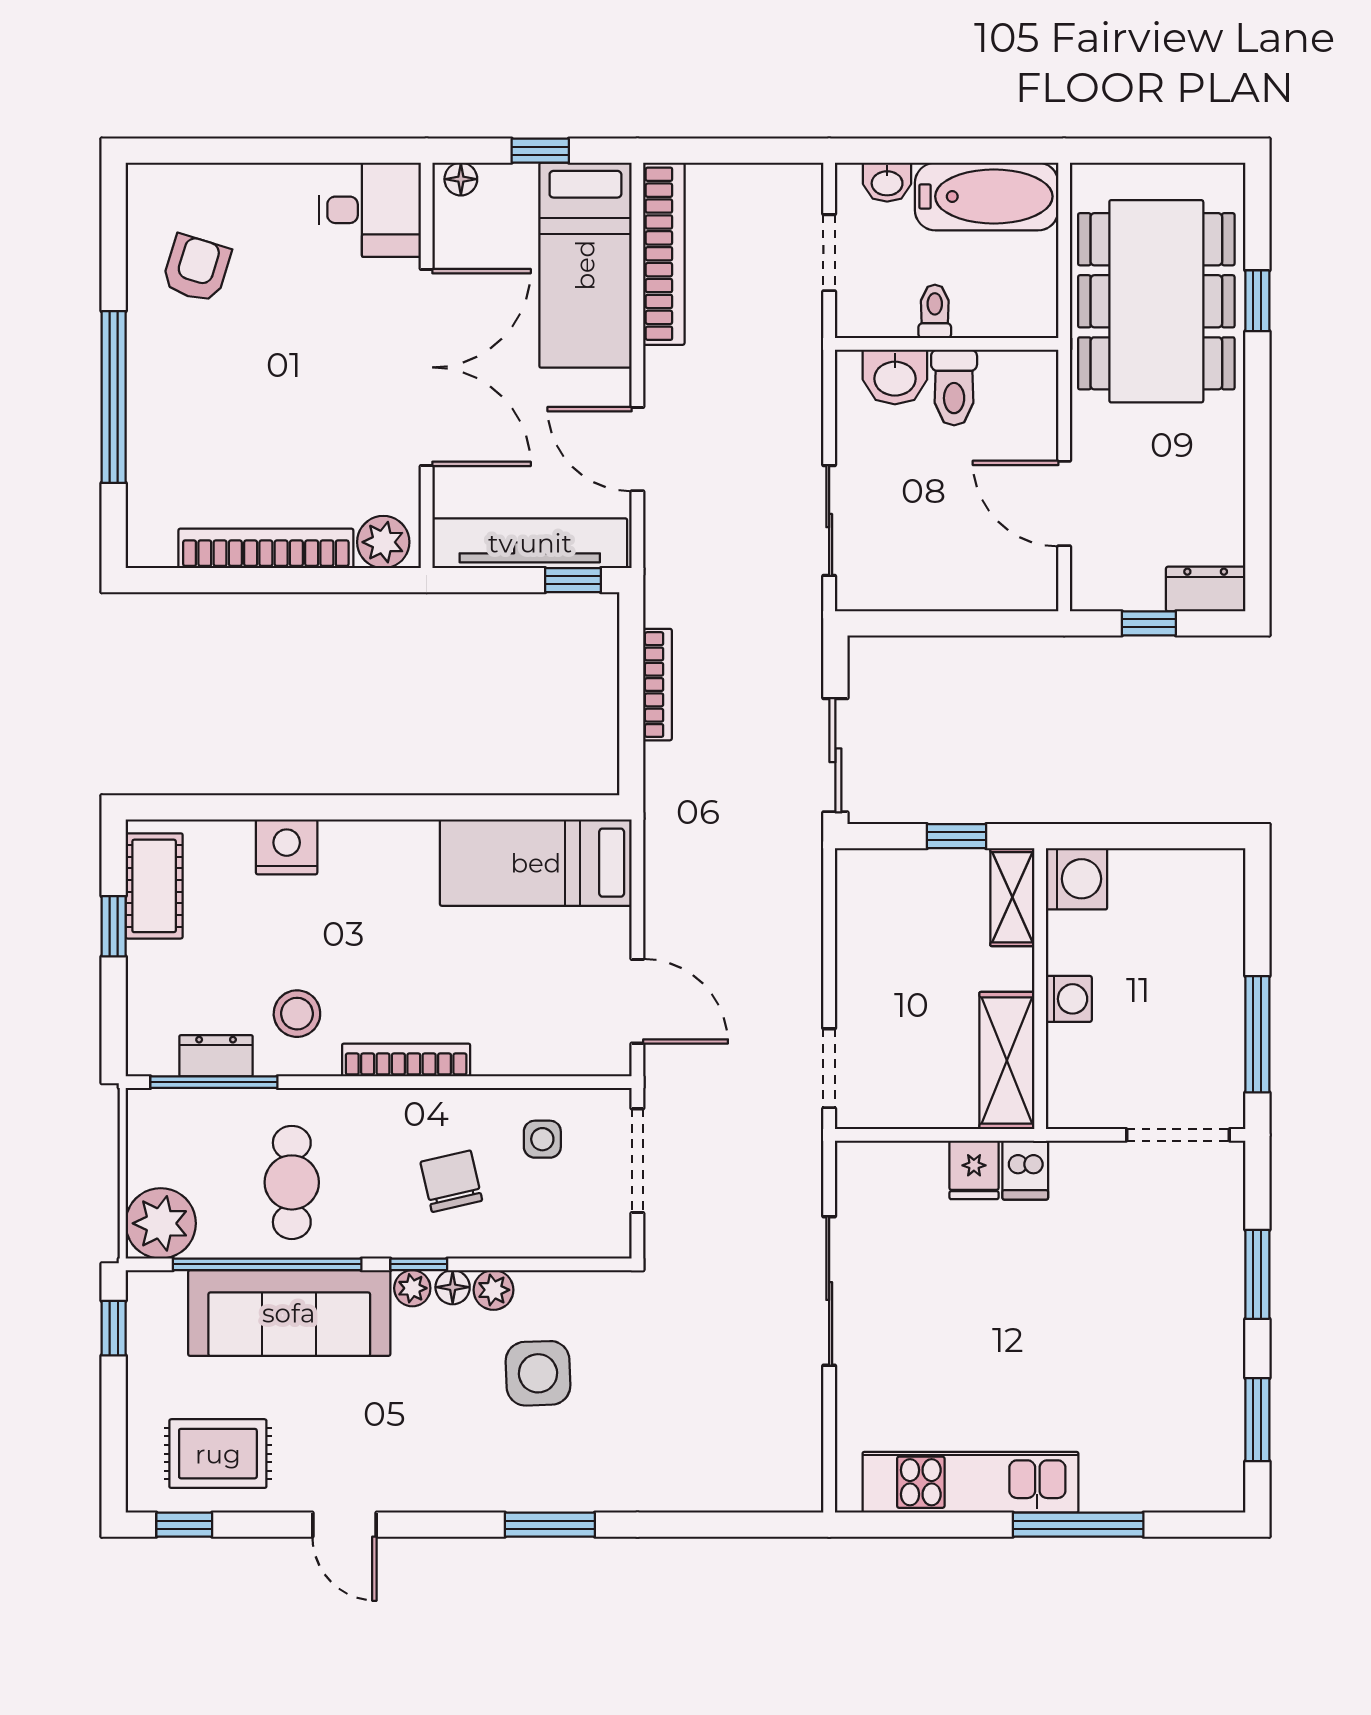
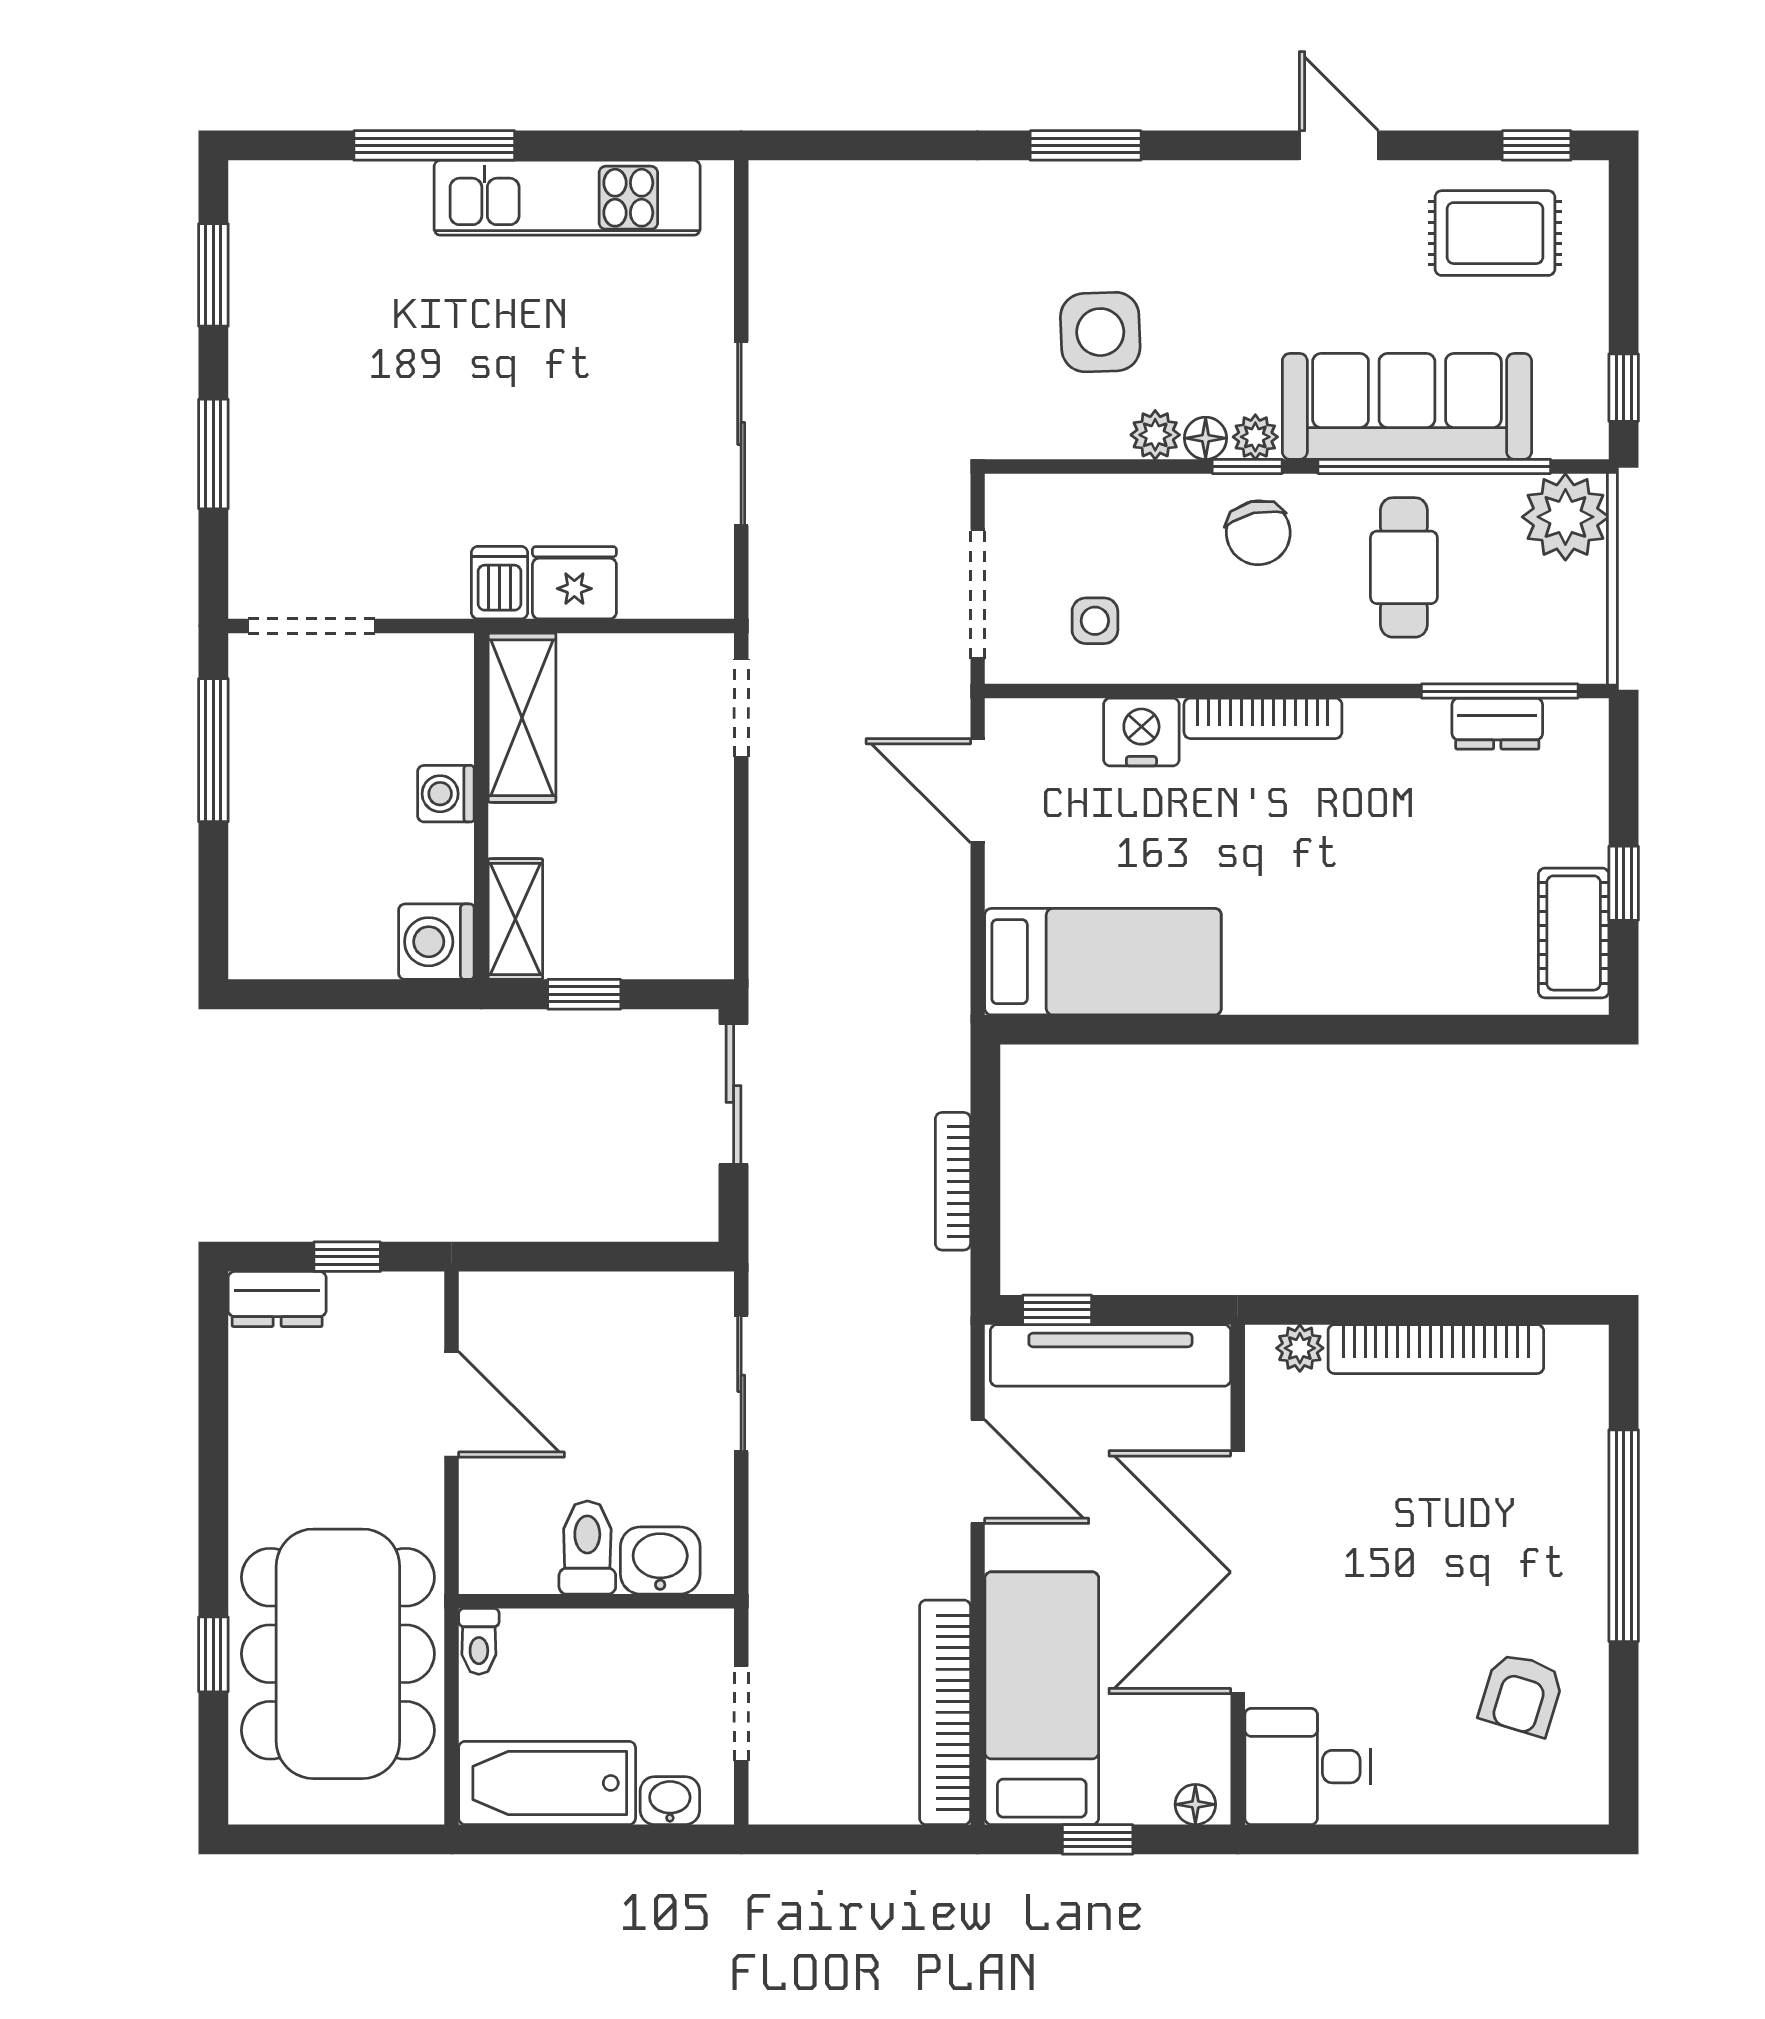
toilet: (935, 311) -> (479, 1641), moved
plant: (383, 542) -> (1300, 1348), width x0.73, depth x0.73
nightstand: (287, 847) -> (1141, 732), moved, turned 180
stool: (297, 1014) -> (1397, 776), removed
fridge: (974, 1170) -> (574, 583), width x1.38
chair: (451, 1181) -> (1258, 533), moved

